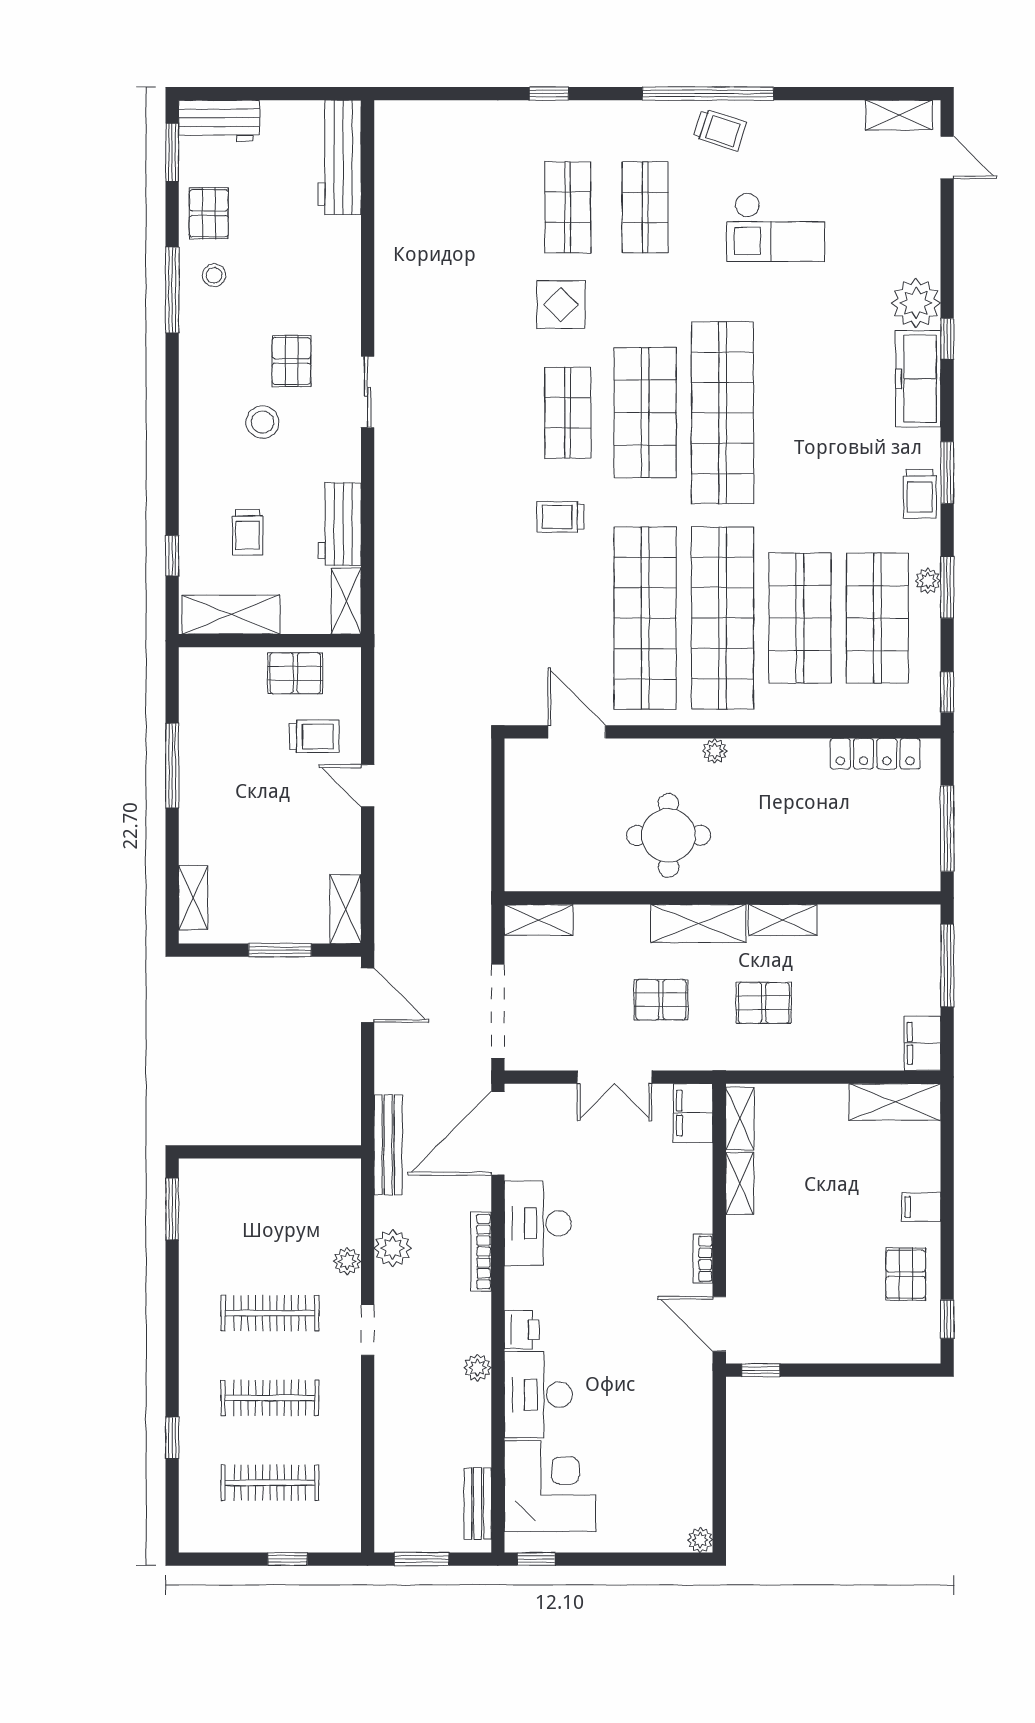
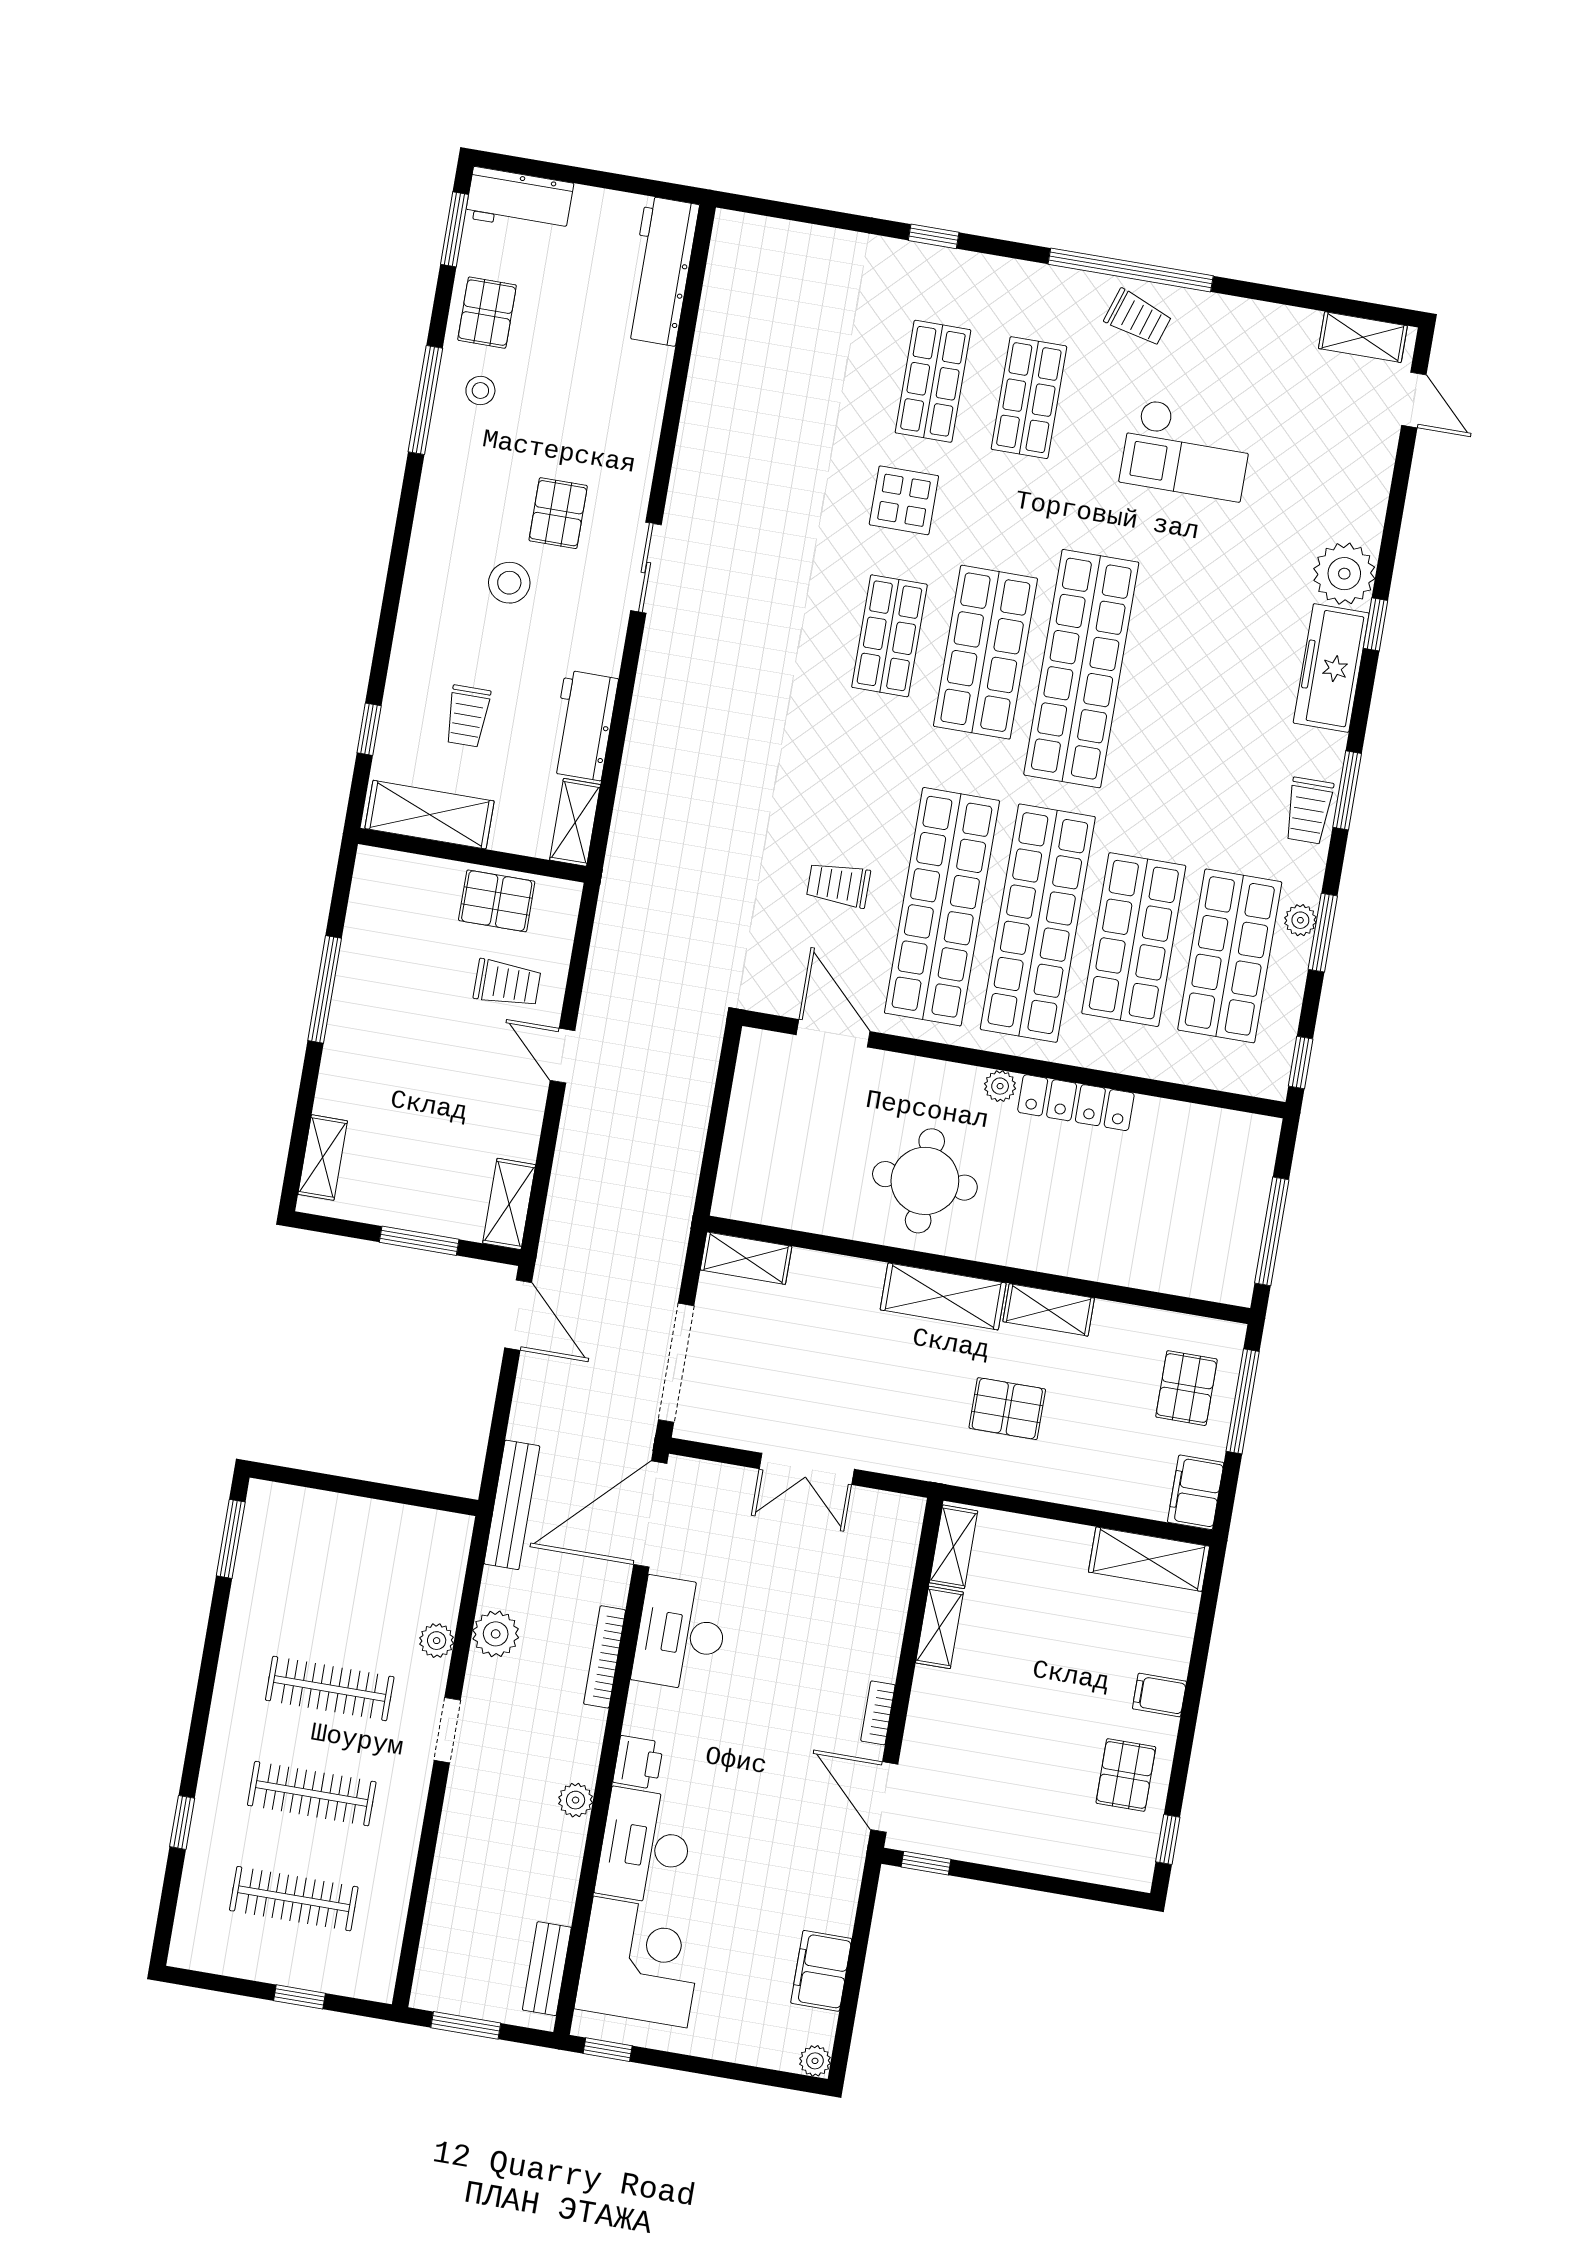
trolley: (560, 517) -> (838, 885), moved
locker: (875, 754) -> (1076, 1103), moved
pallet: (661, 1000) -> (1186, 1388), moved, turned 90
filing cabinet: (693, 1113) -> (821, 1971), moved

